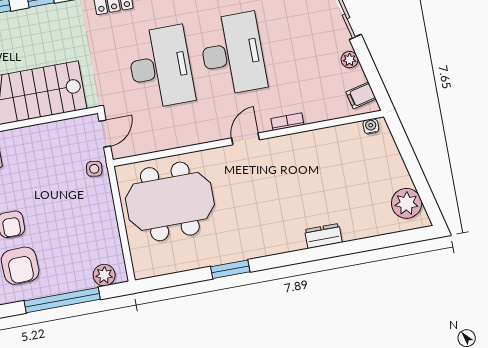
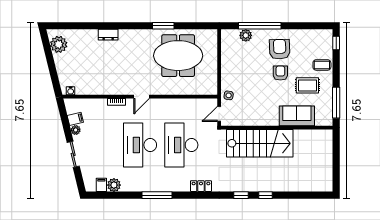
filing cabinet: (361, 95) -> (75, 119), moved
meeting table: (170, 201) -> (178, 56), moved
plant: (104, 275) -> (246, 35), moved

